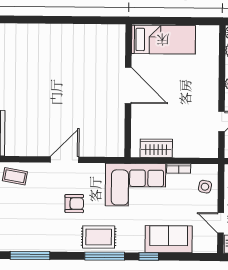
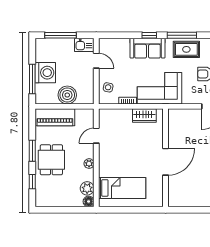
bed: (163, 40) -> (122, 188), moved, turned 180
door: (128, 85) -> (166, 162), swing flipped
sofa: (169, 239) -> (148, 48), moved

